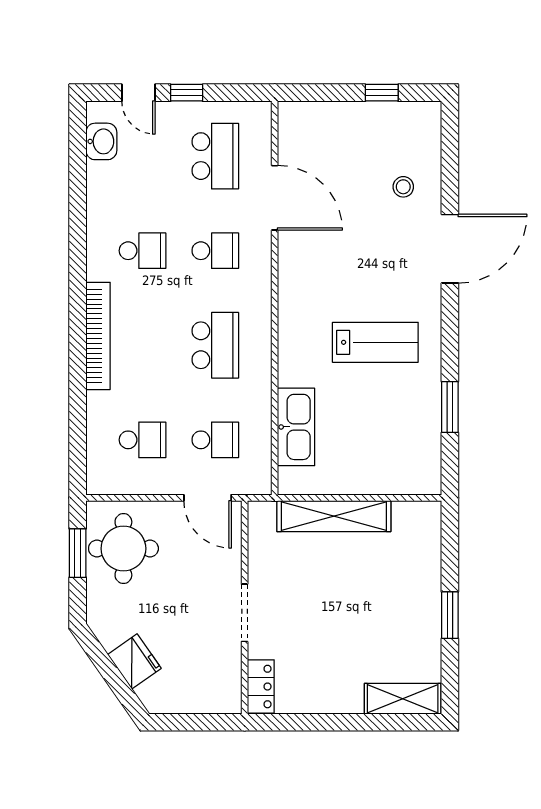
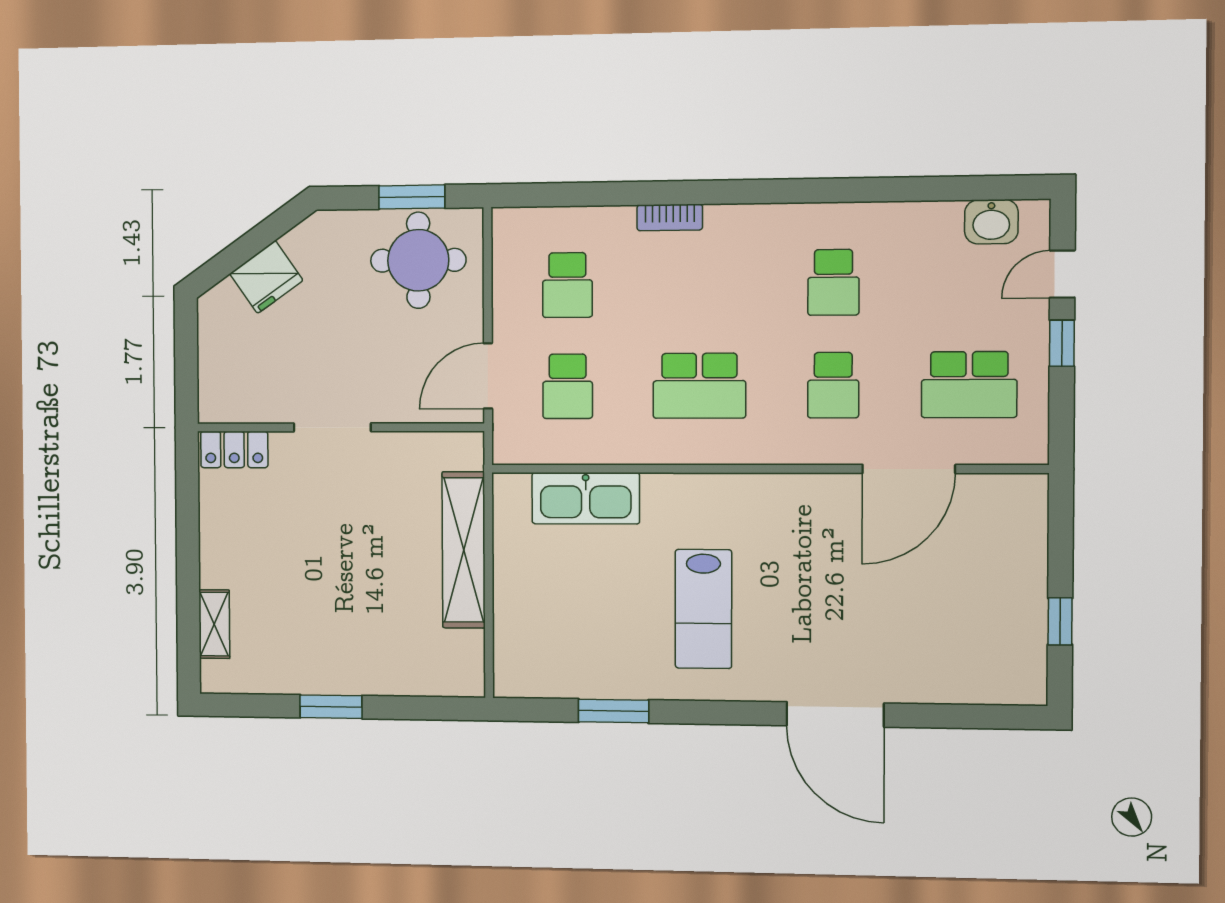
stool: (403, 187) -> (924, 650), removed
bookcase: (98, 336) -> (670, 217), width x0.43, depth x0.76
shelving: (403, 699) -> (214, 624), width x0.67, depth x0.75

